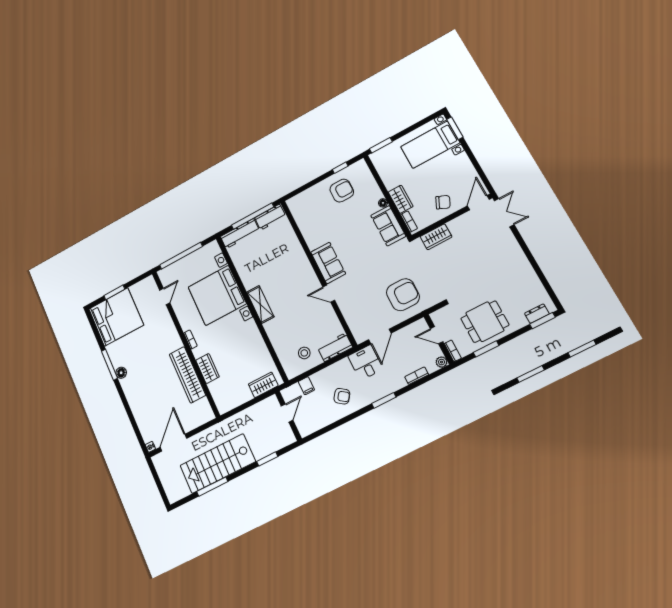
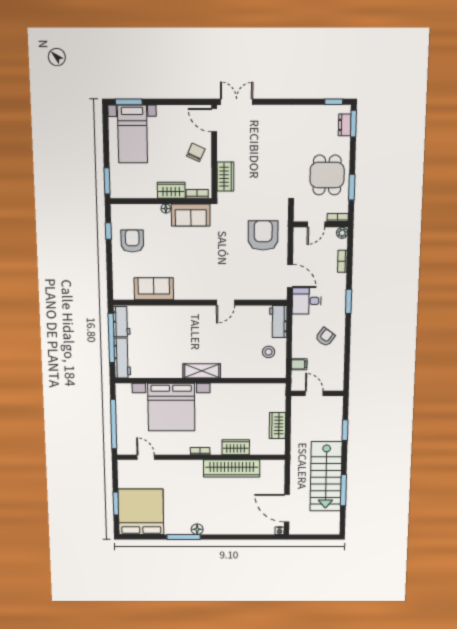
sofa: (328, 263) -> (154, 289), moved
window: (551, 293) -> (334, 102), added
wardrobe: (263, 385) -> (277, 425), moved

